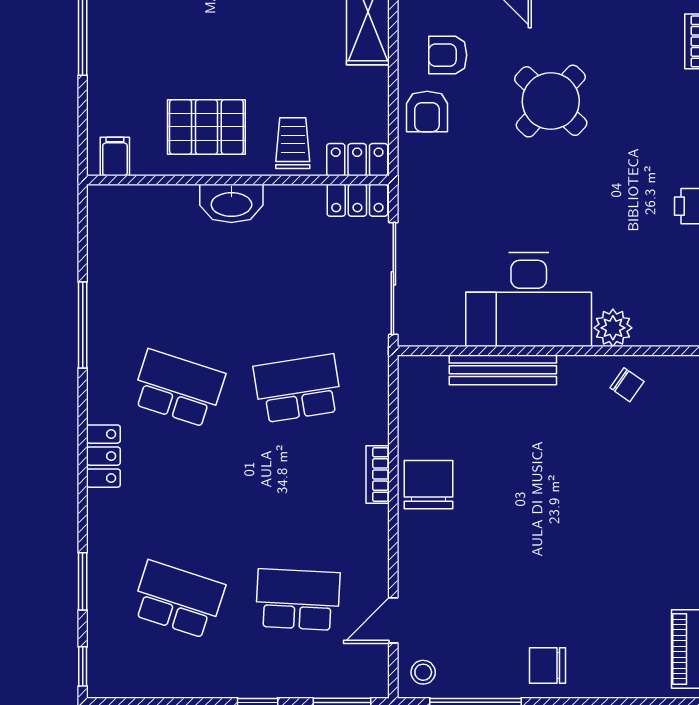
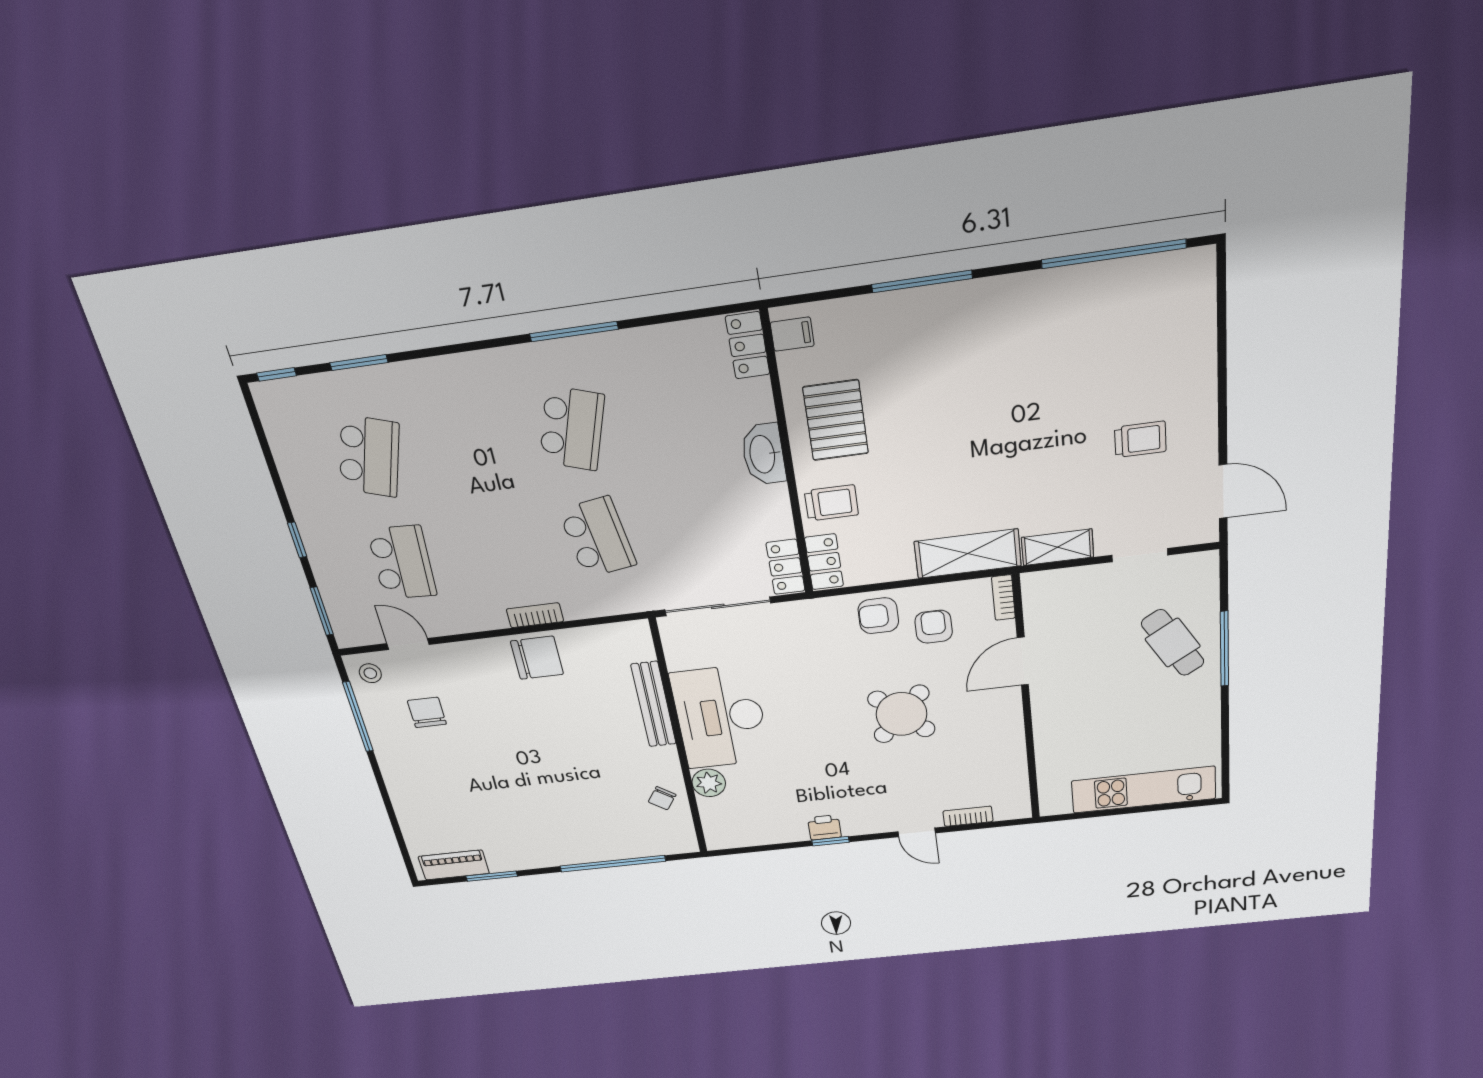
window: (83, 325) -> (574, 332), moved
locker: (103, 456) -> (748, 345), moved, turned 90
chair: (548, 666) -> (427, 712), moved

